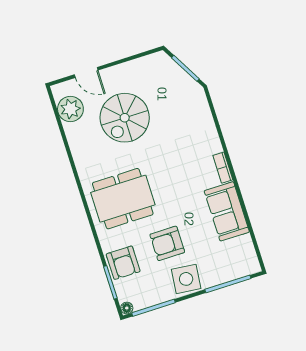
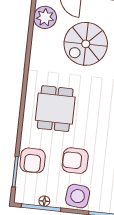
dining table: (123, 199) -> (55, 109), width x0.73
floor lamp: (127, 308) -> (44, 201), moved

